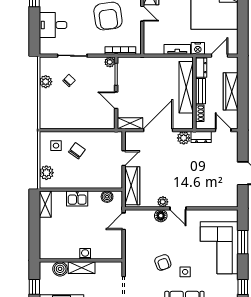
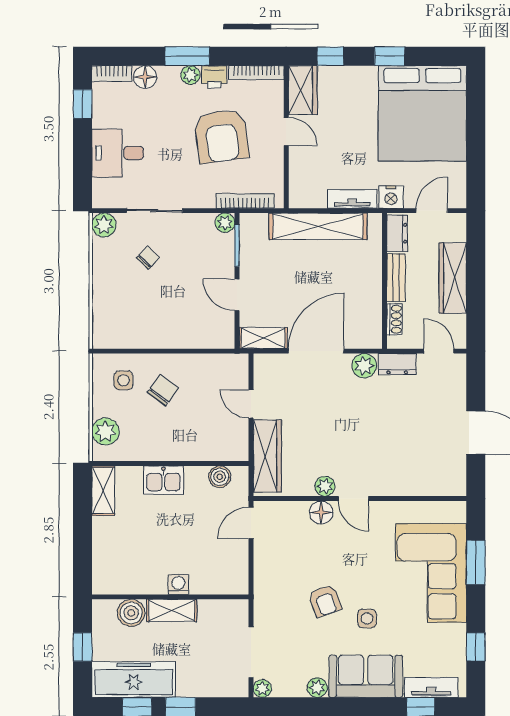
plant: (46, 82) -> (104, 225), moved
shelving: (186, 87) -> (318, 226), moved, turned 90
door: (124, 158) -> (251, 404), swing flipped

